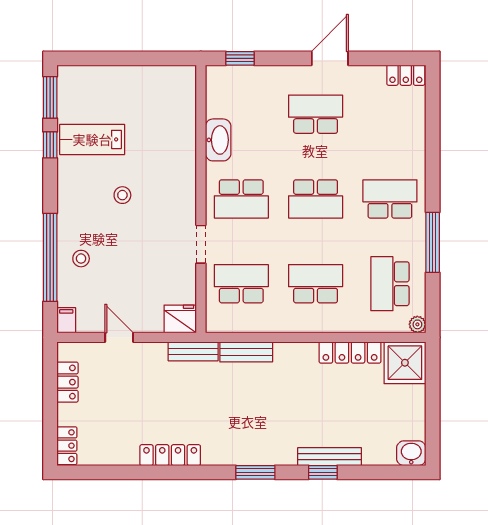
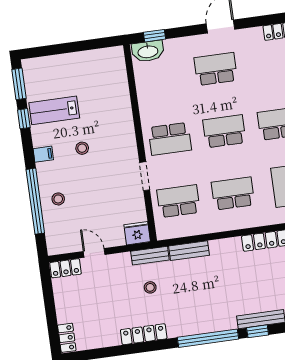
washbasin: (218, 140) -> (148, 51), moved, turned 90
school desk: (316, 199) -> (224, 131), turned 180
filing cabinet: (66, 320) -> (43, 154), moved, turned 90
locker: (67, 382) -> (66, 268), moved, turned 90
stool: (188, 394) -> (150, 287), added
window: (255, 472) -> (208, 338), width x2.11

